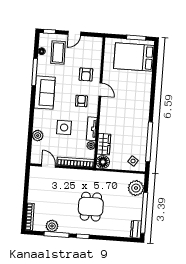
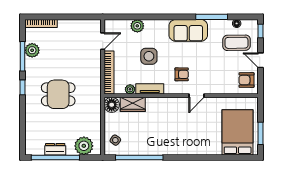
armchair: (86, 75) -> (246, 80), moved
dresser: (136, 229) -> (55, 149), moved

